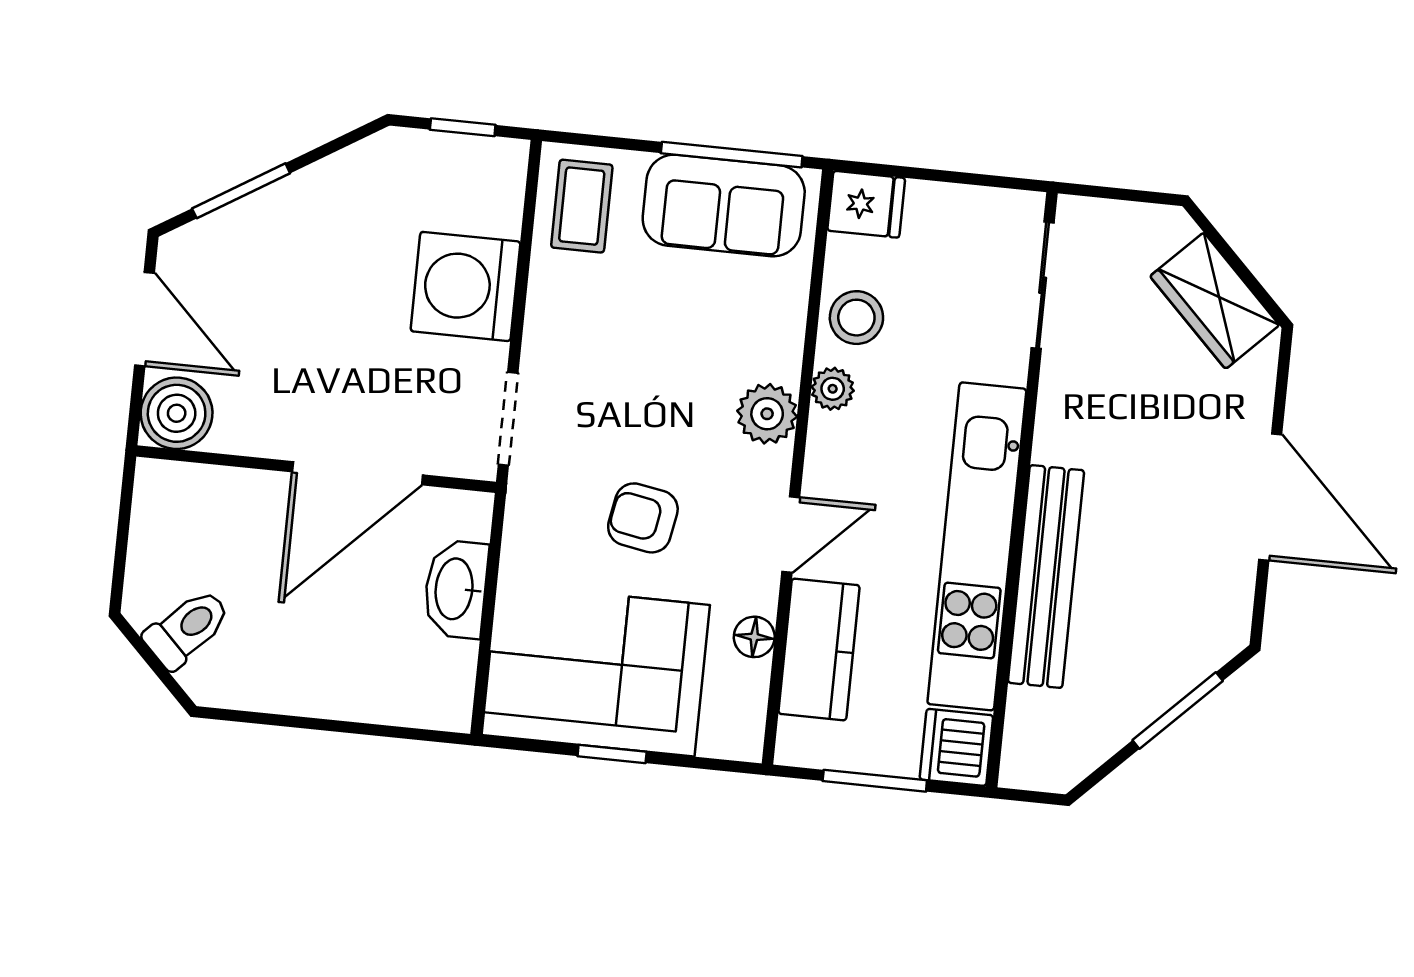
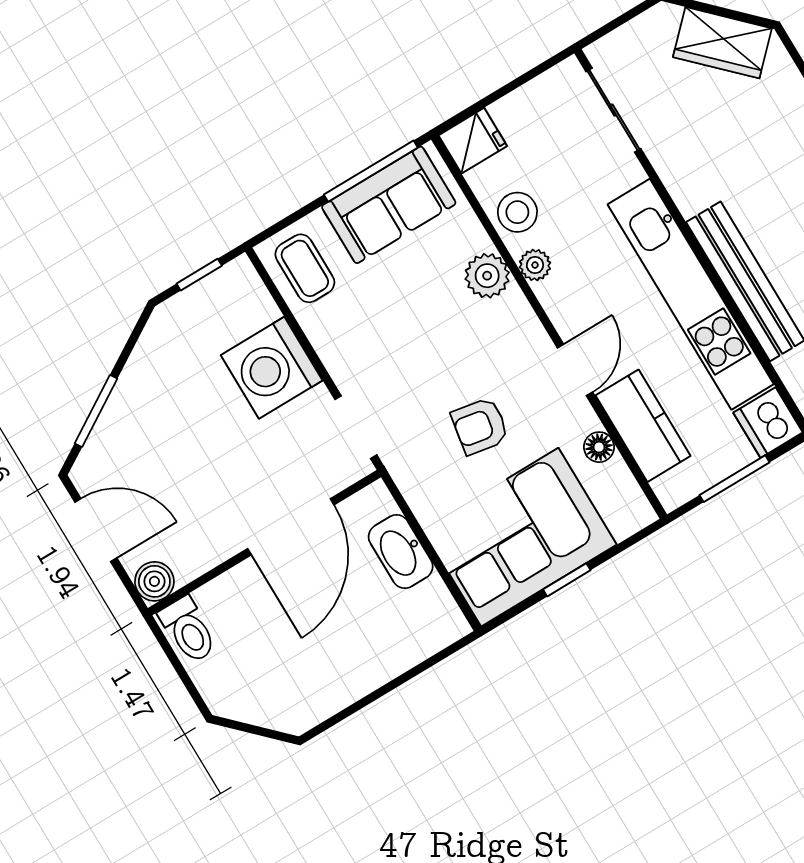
boiler: (177, 413) -> (154, 581), width x0.73, depth x0.73
plant: (767, 414) -> (487, 276), moved
toilet: (187, 629) -> (188, 630), moved, turned 135

